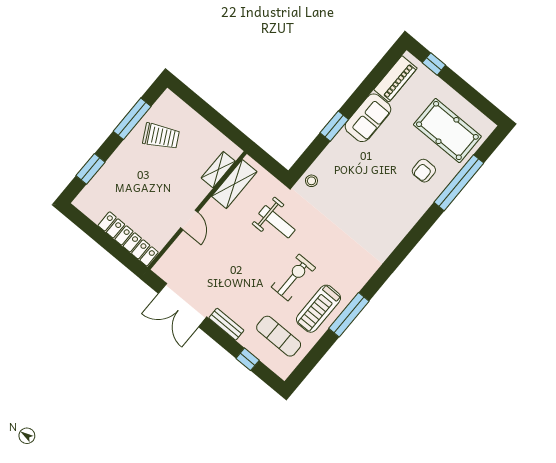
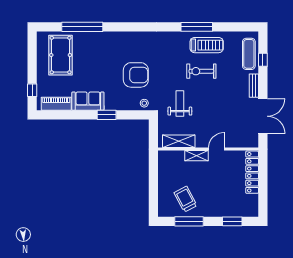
shelving: (218, 170) -> (196, 156), moved
armchair: (424, 171) -> (136, 75), moved, width x1.88, depth x1.88
exercise mat: (279, 336) -> (249, 54), moved

